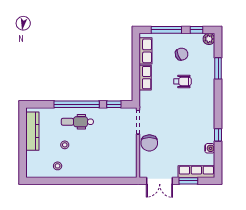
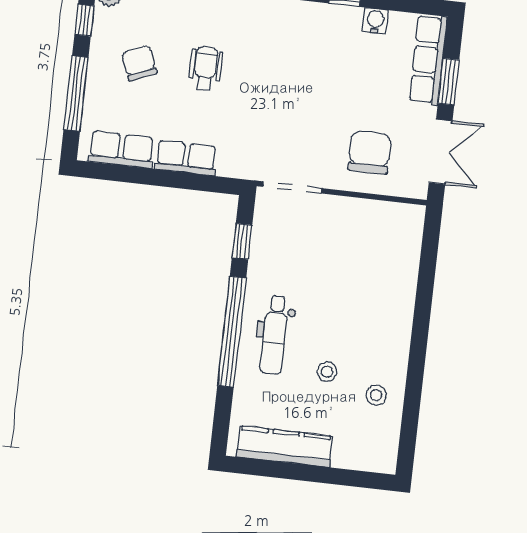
chair: (149, 143) -> (370, 152), moved, turned -90

